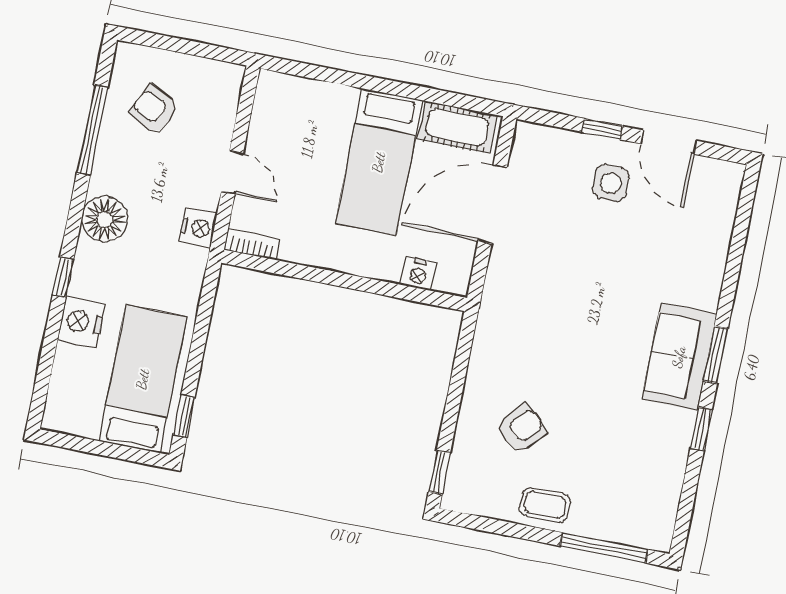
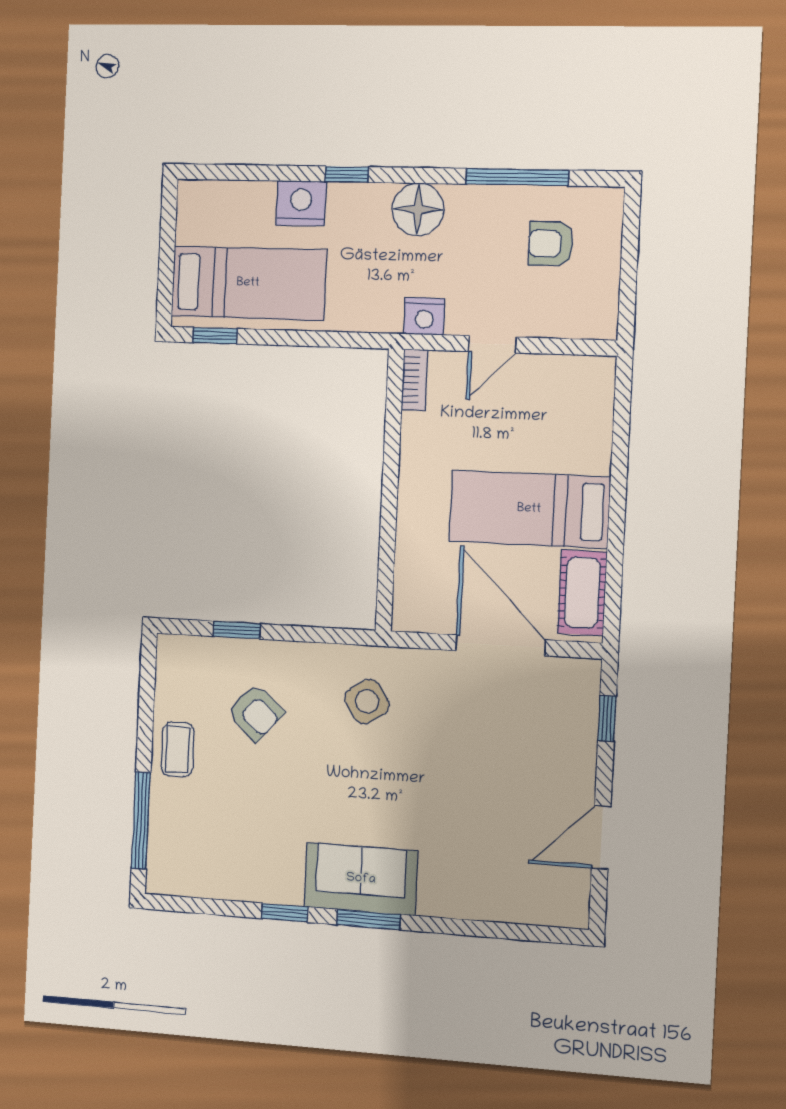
armchair: (154, 109) -> (551, 244), turned -116
window: (602, 129) -> (607, 718), moved
side table: (611, 183) -> (367, 701), moved, turned -34
nightstand: (418, 274) -> (410, 572), removed
window: (439, 472) -> (237, 630), moved

